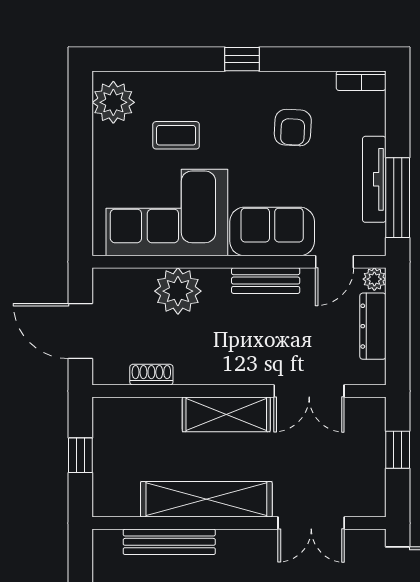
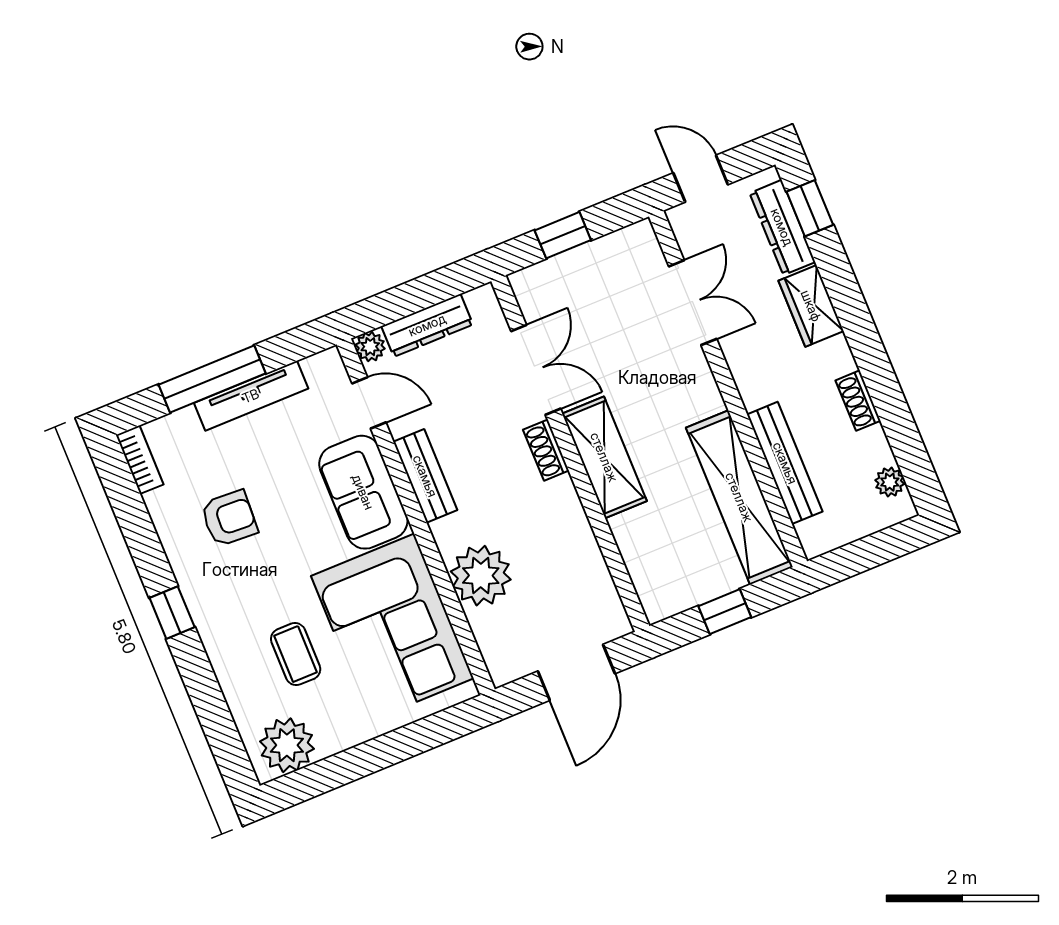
window: (398, 198) -> (212, 379), moved
shoe rack: (151, 375) -> (546, 450), moved
shelving: (206, 499) -> (739, 497), moved

